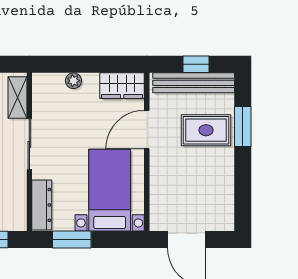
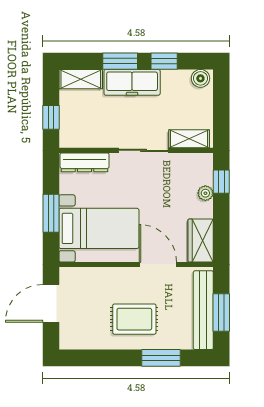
window: (62, 64) -> (221, 182), added
window: (196, 64) -> (221, 313), width x1.50
rug: (206, 130) -> (134, 319), moved, turned 90
window: (72, 239) -> (51, 213), moved

